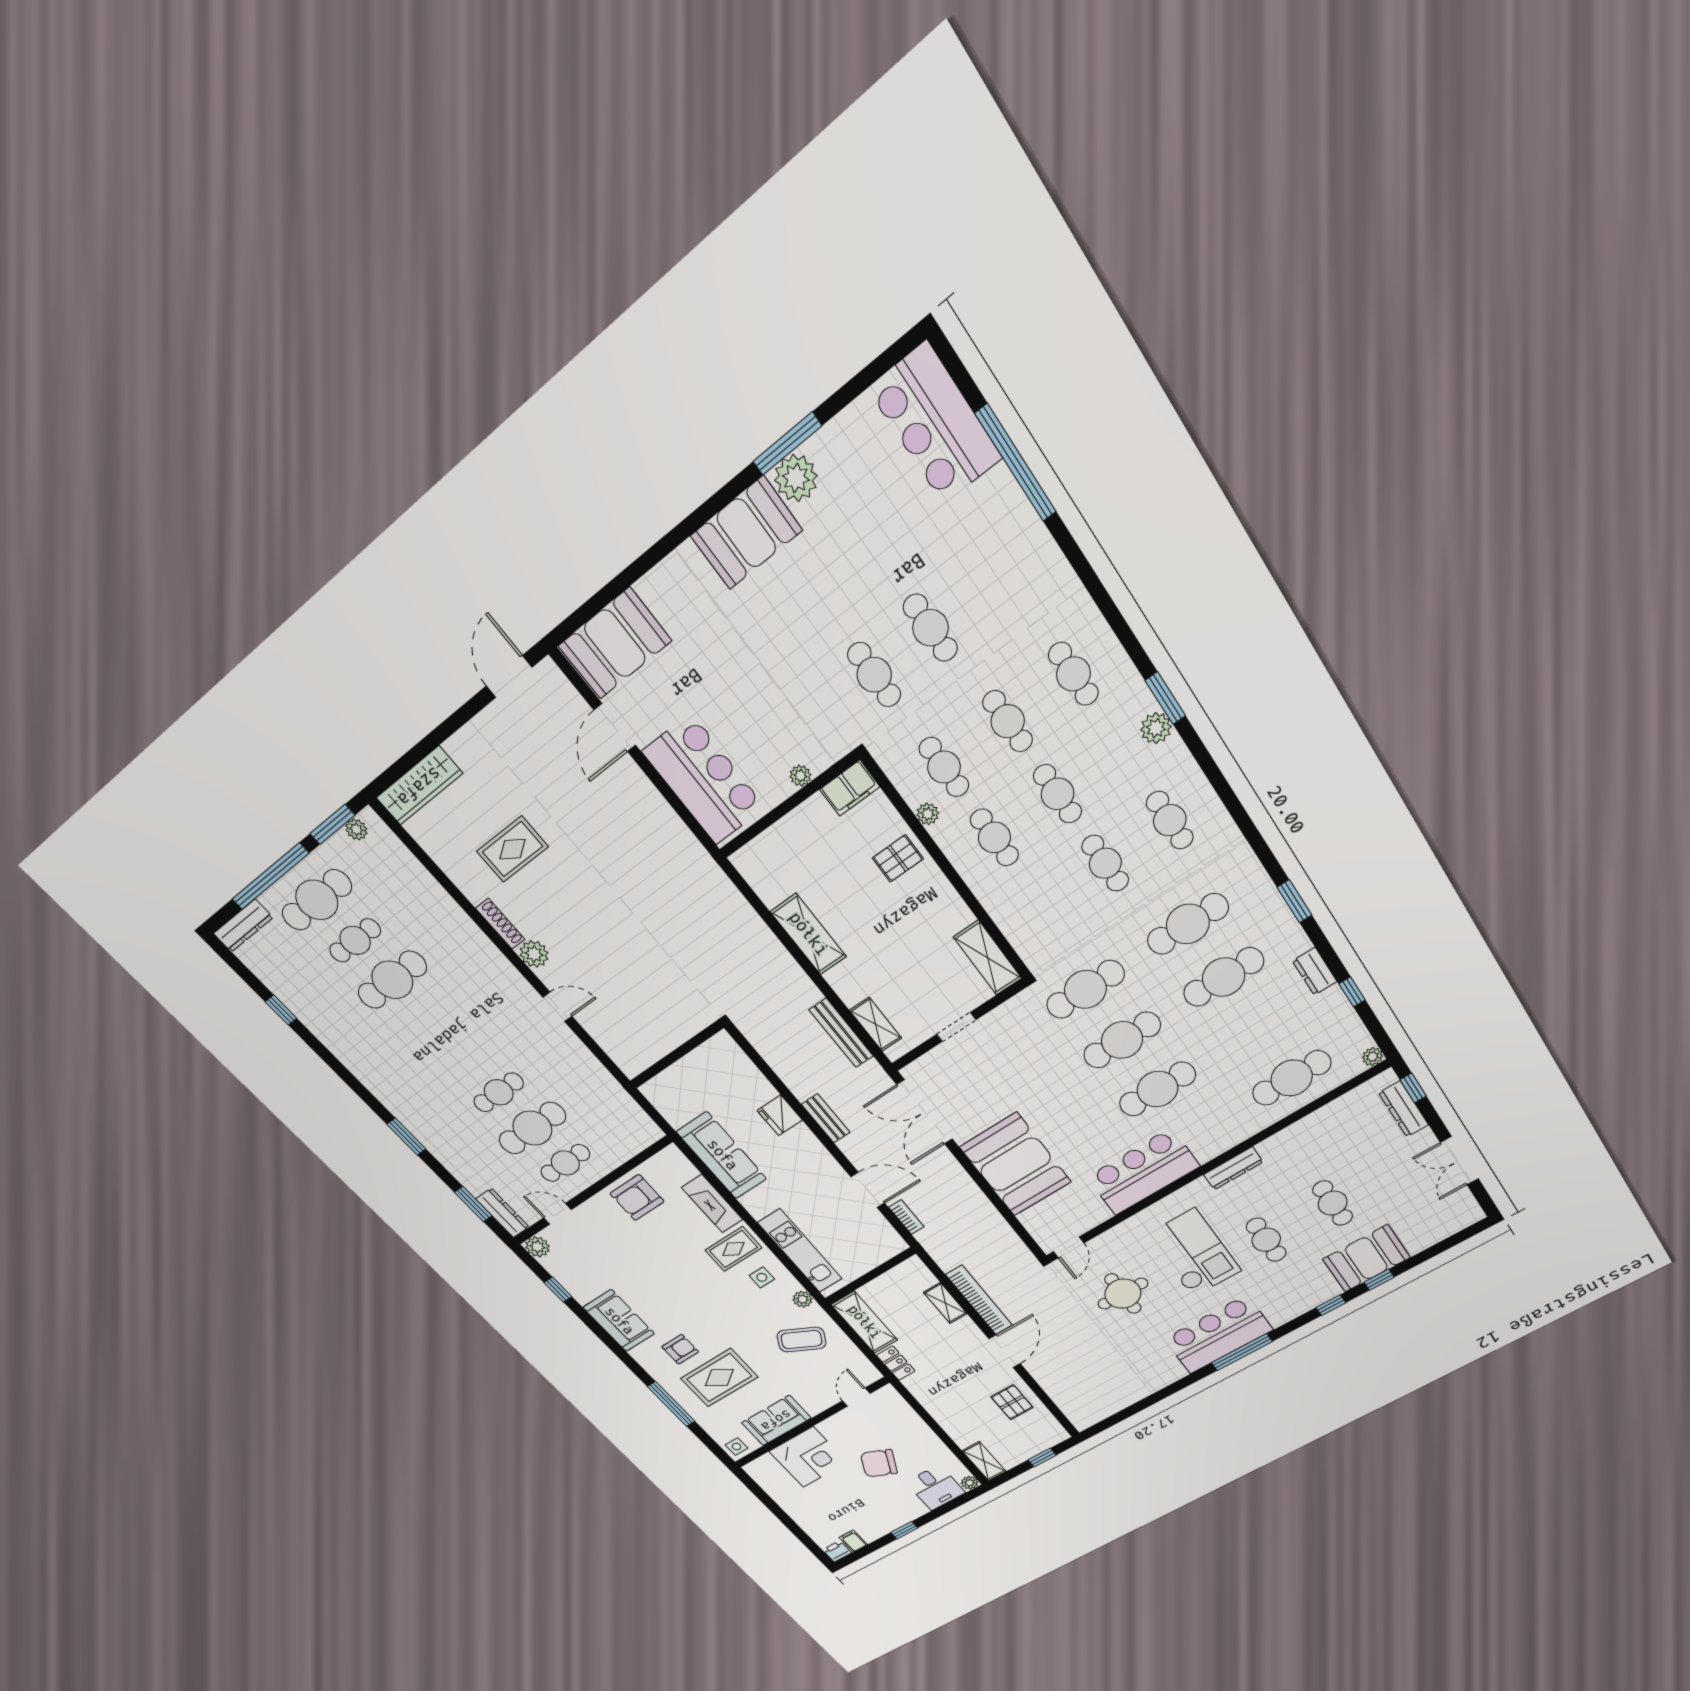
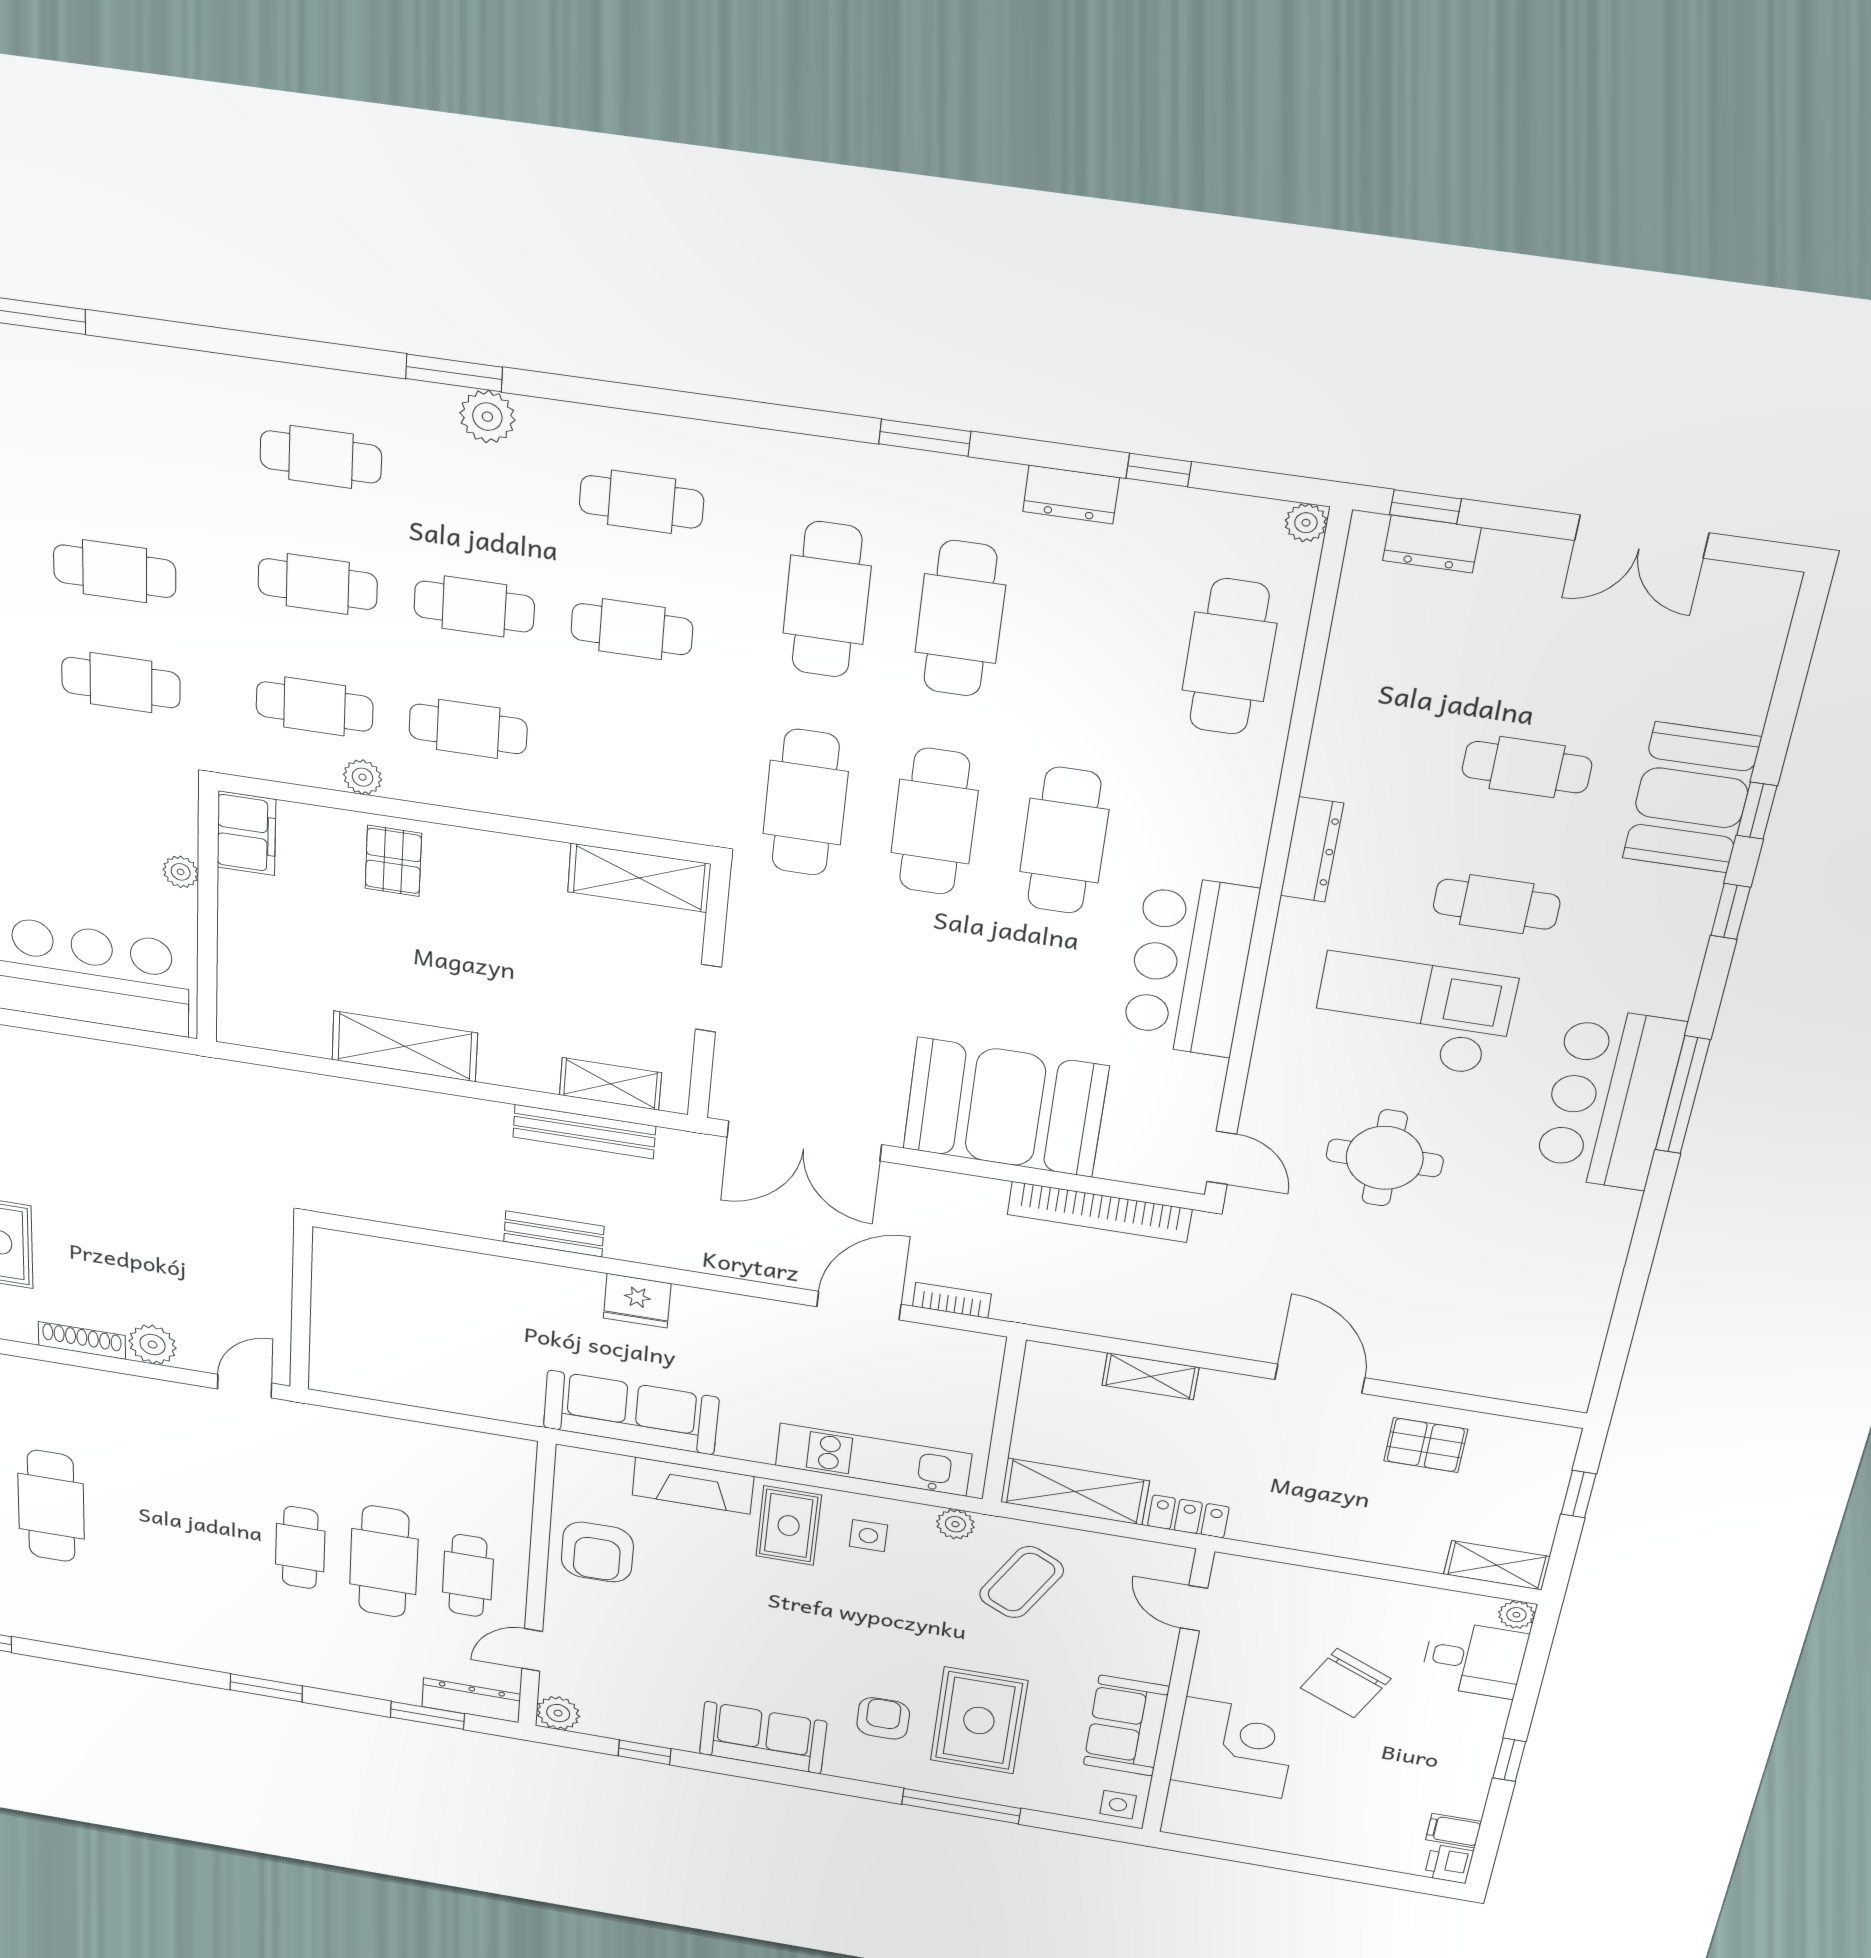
wall: (676, 1055) -> (301, 1308), moved
dresser: (1404, 1109) -> (1432, 544), width x0.70
bench: (826, 1118) -> (554, 1234), moved
bookcase: (979, 1300) -> (1099, 1212), moved, turned 180

